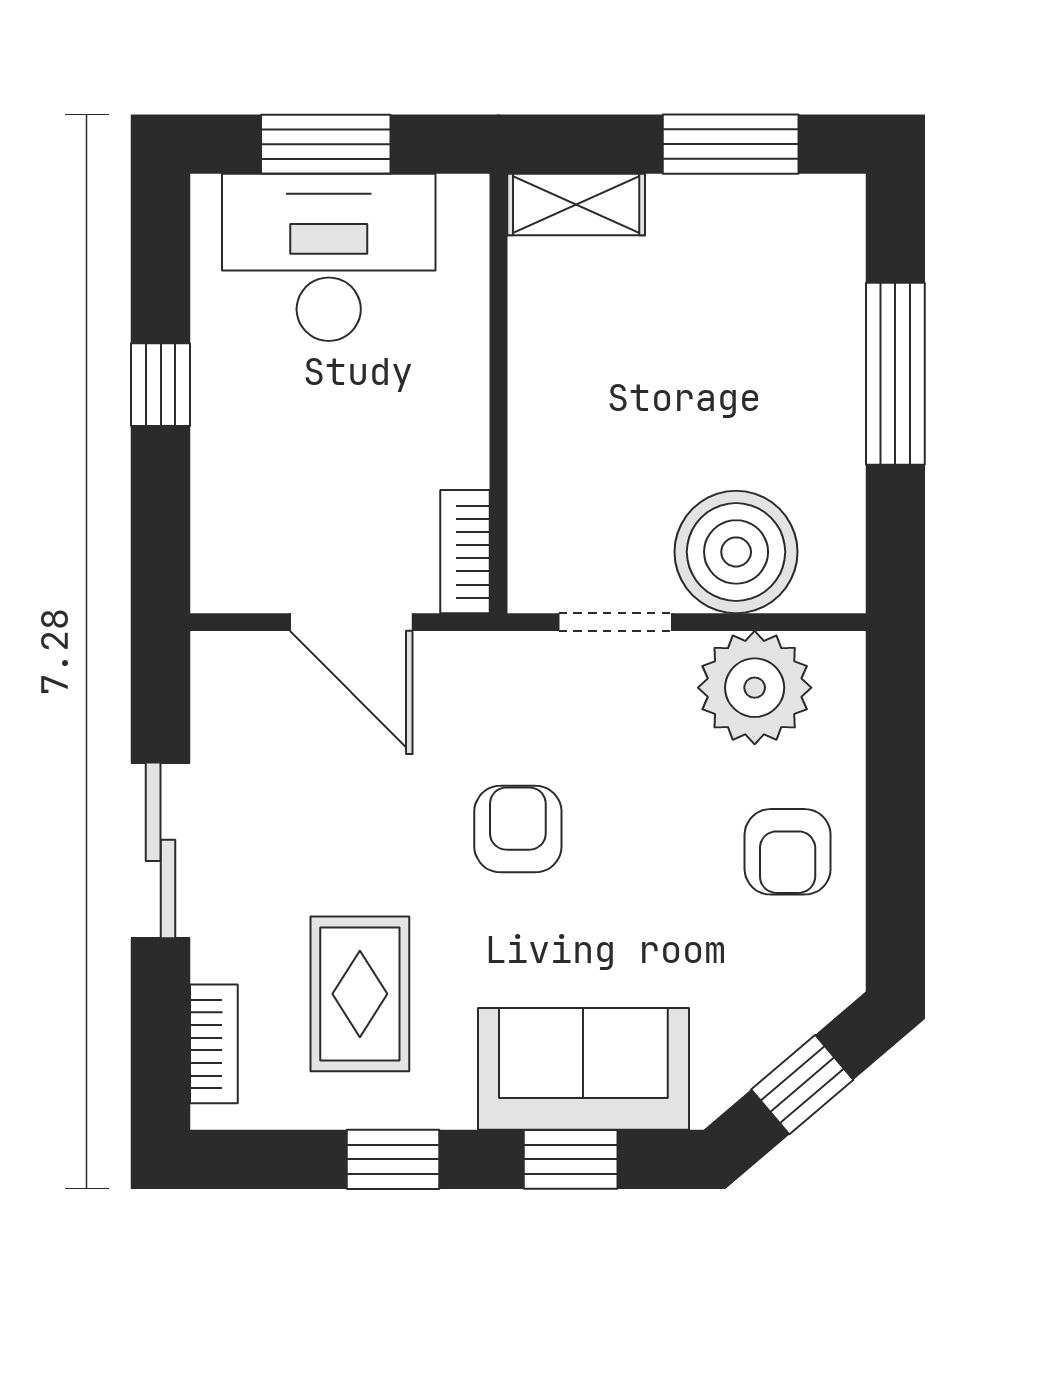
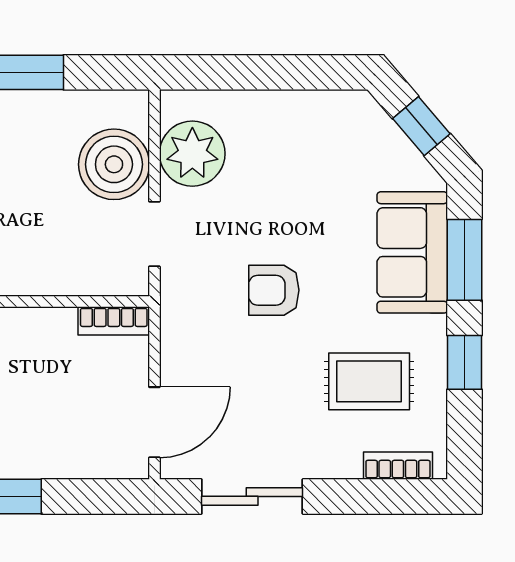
door: (351, 622) -> (154, 422), moved
sliding door: (161, 850) -> (252, 496), moved
armchair: (788, 852) -> (287, 135), removed
window: (571, 1159) -> (464, 260), width x1.50

